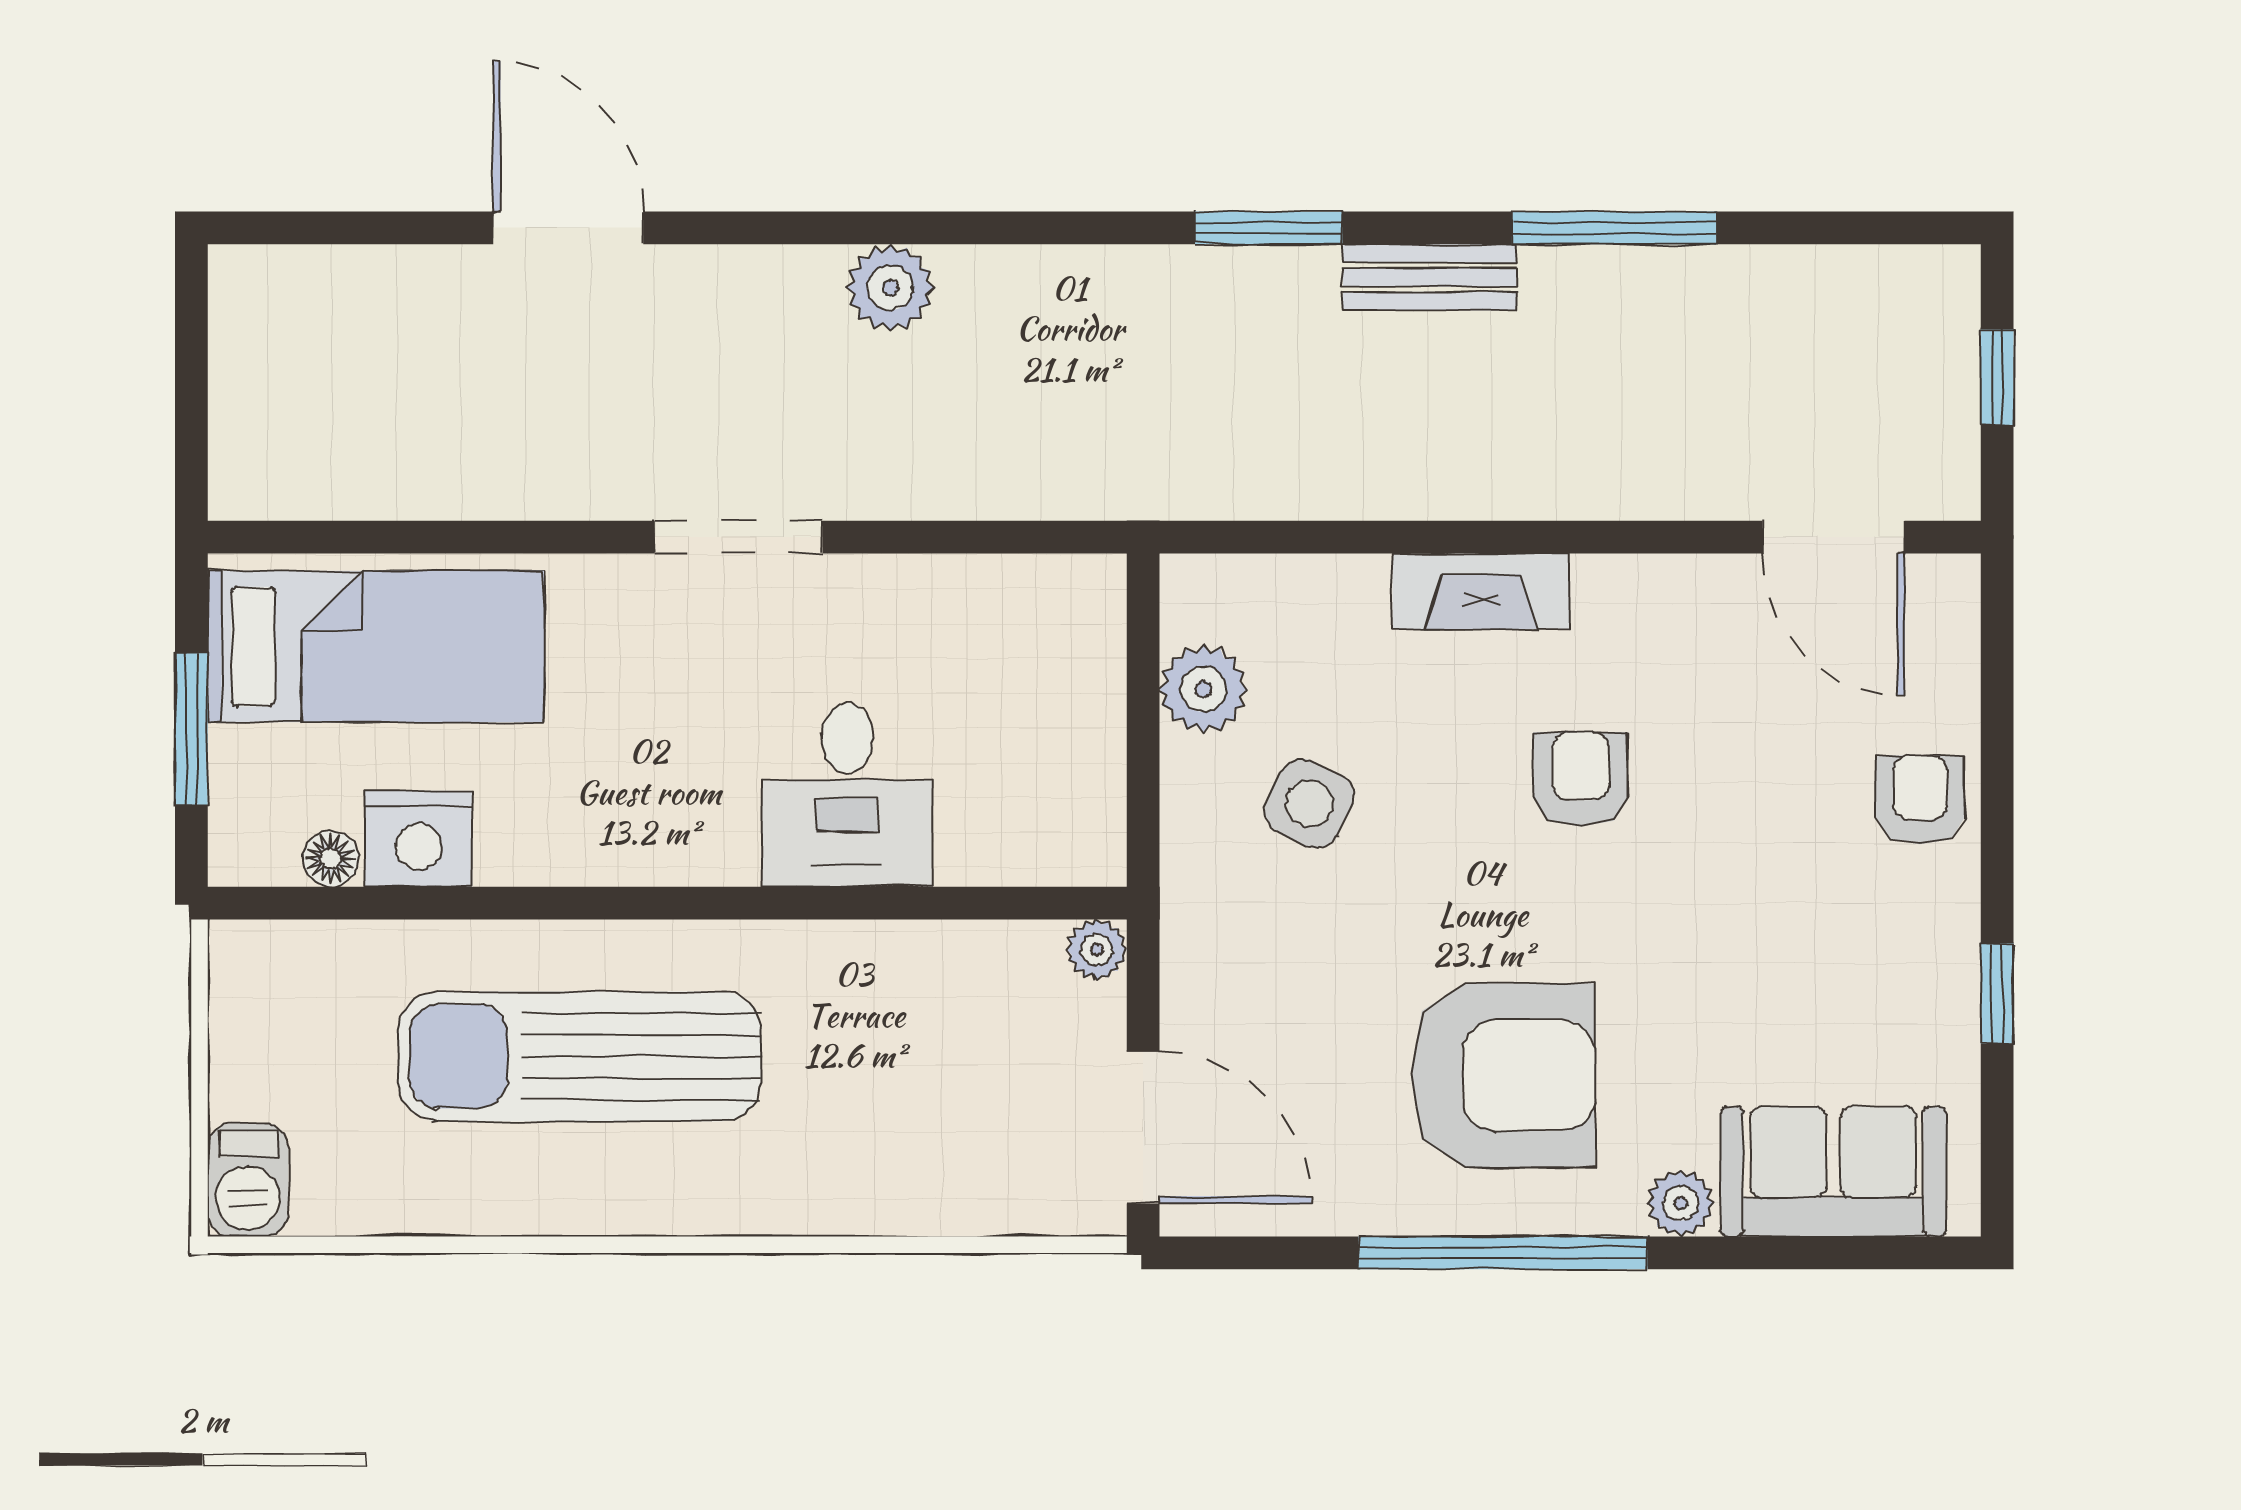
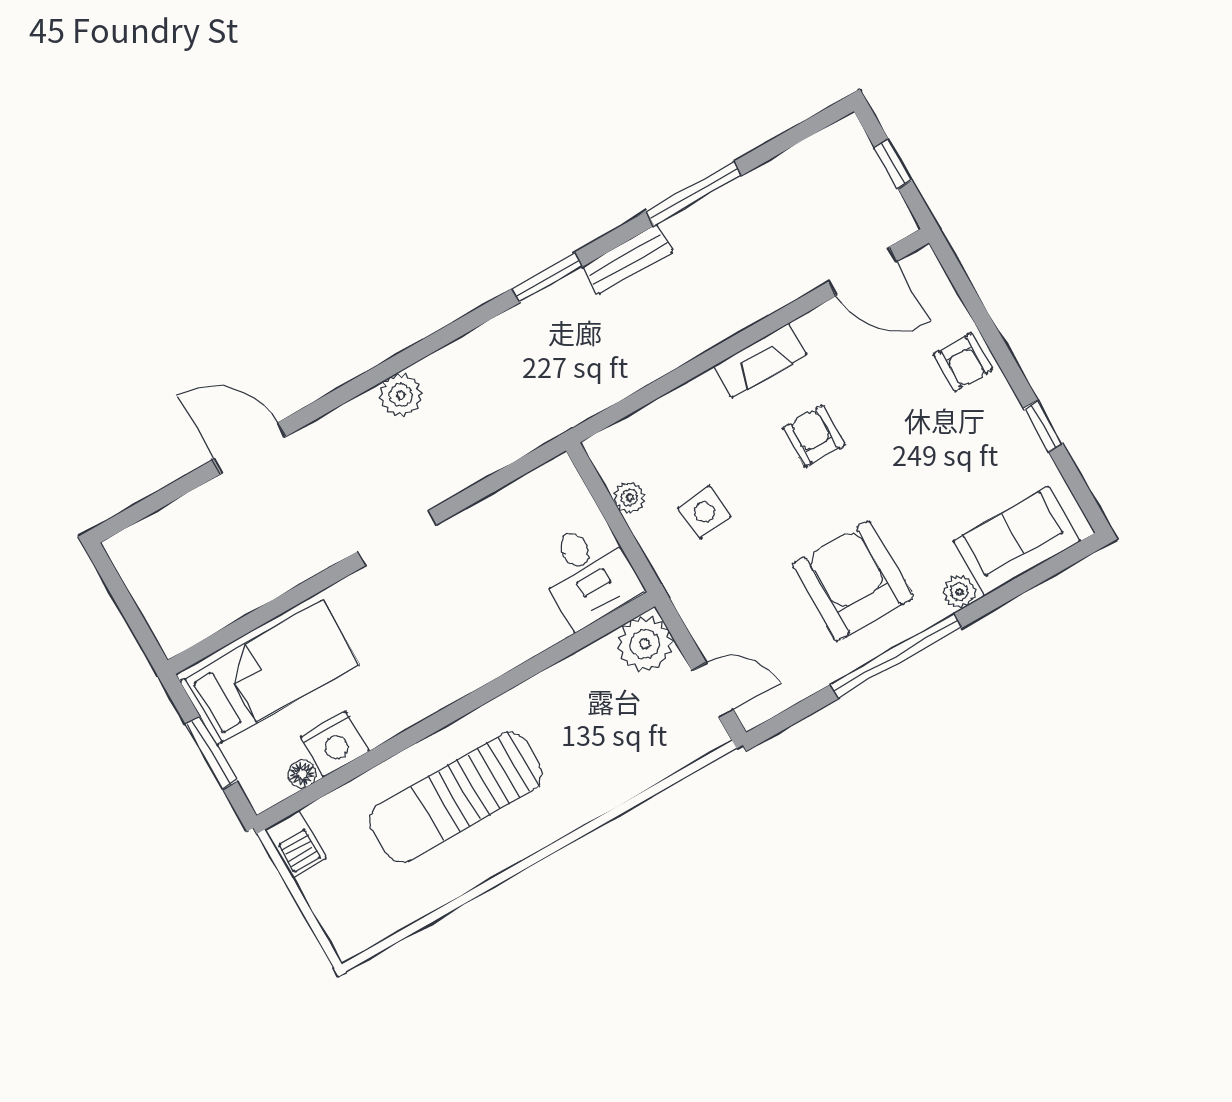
fireplace: (1481, 591) -> (760, 360), moved
plant: (1203, 689) -> (629, 497), width x0.73, depth x0.73
desk: (847, 795) -> (588, 574), moved
armchair: (1920, 800) -> (963, 362), turned 180
side table: (1309, 804) -> (704, 512), turned -33
plant: (1097, 950) -> (645, 644), width x1.87, depth x1.87
armchair: (1503, 1075) -> (853, 581), turned -90
door: (1143, 1127) -> (713, 690), width x0.73
barbecue: (248, 1180) -> (295, 844), moved

